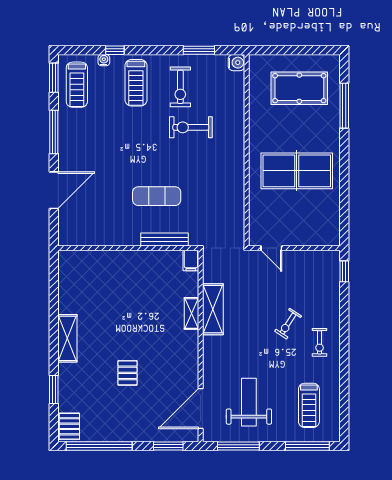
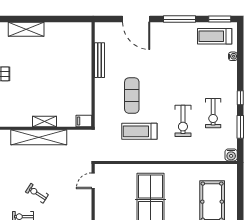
window: (115, 50) -> (240, 98), moved
treadmill: (136, 83) -> (139, 131), moved
exercise bike: (180, 87) -> (213, 113), turned -90
exercise bike: (191, 127) -> (183, 121), turned 180
bench: (164, 240) -> (99, 60), moved
shelving: (213, 309) -> (39, 137), width x1.47

